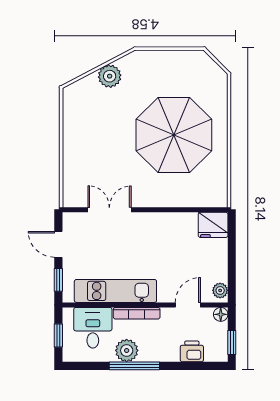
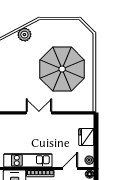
double door: (109, 210) -> (39, 113), moved
fridge: (213, 225) -> (86, 137), moved, turned 90

